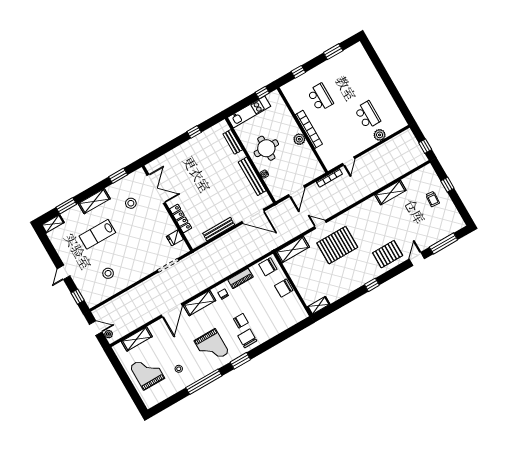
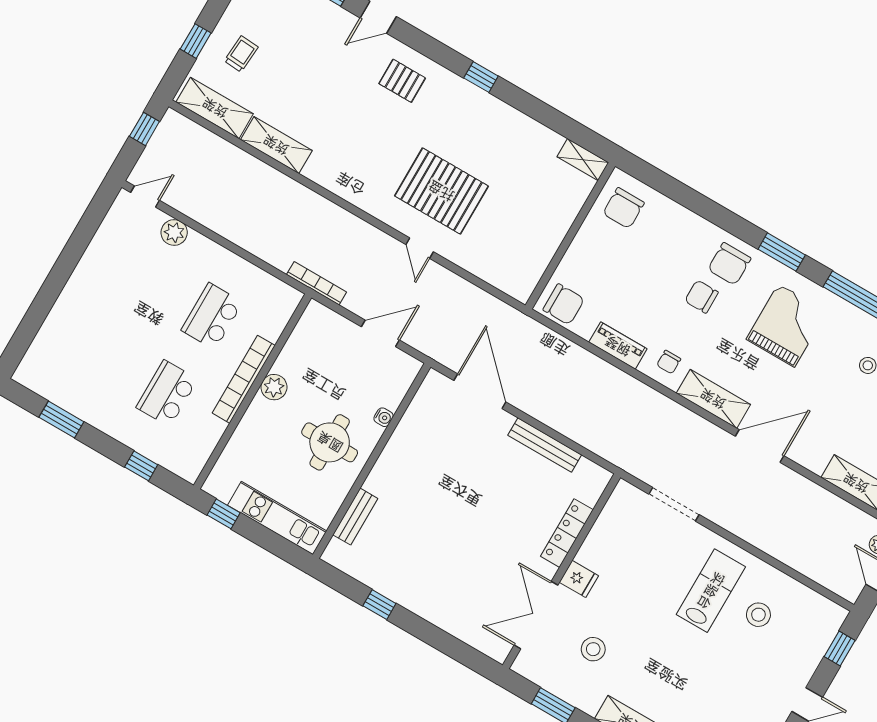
school desk: (368, 115) -> (212, 316), moved
door: (349, 161) -> (145, 196), moved
bench: (252, 176) -> (402, 439), removed
lab bench: (97, 234) -> (711, 591), moved, turned -90
fridge: (175, 238) -> (579, 579), moved
shelving: (293, 250) -> (215, 108), moved
pallet: (388, 254) -> (402, 81), width x0.67, depth x0.71
chair: (284, 288) -> (624, 208), moved, turned 90

